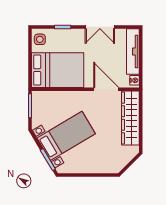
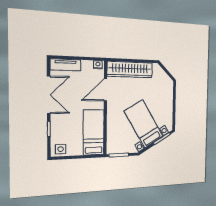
double door: (100, 27) -> (49, 95), width x1.37
tv unit: (133, 51) -> (66, 65), width x0.71
bed: (58, 70) -> (94, 132), width x0.67

